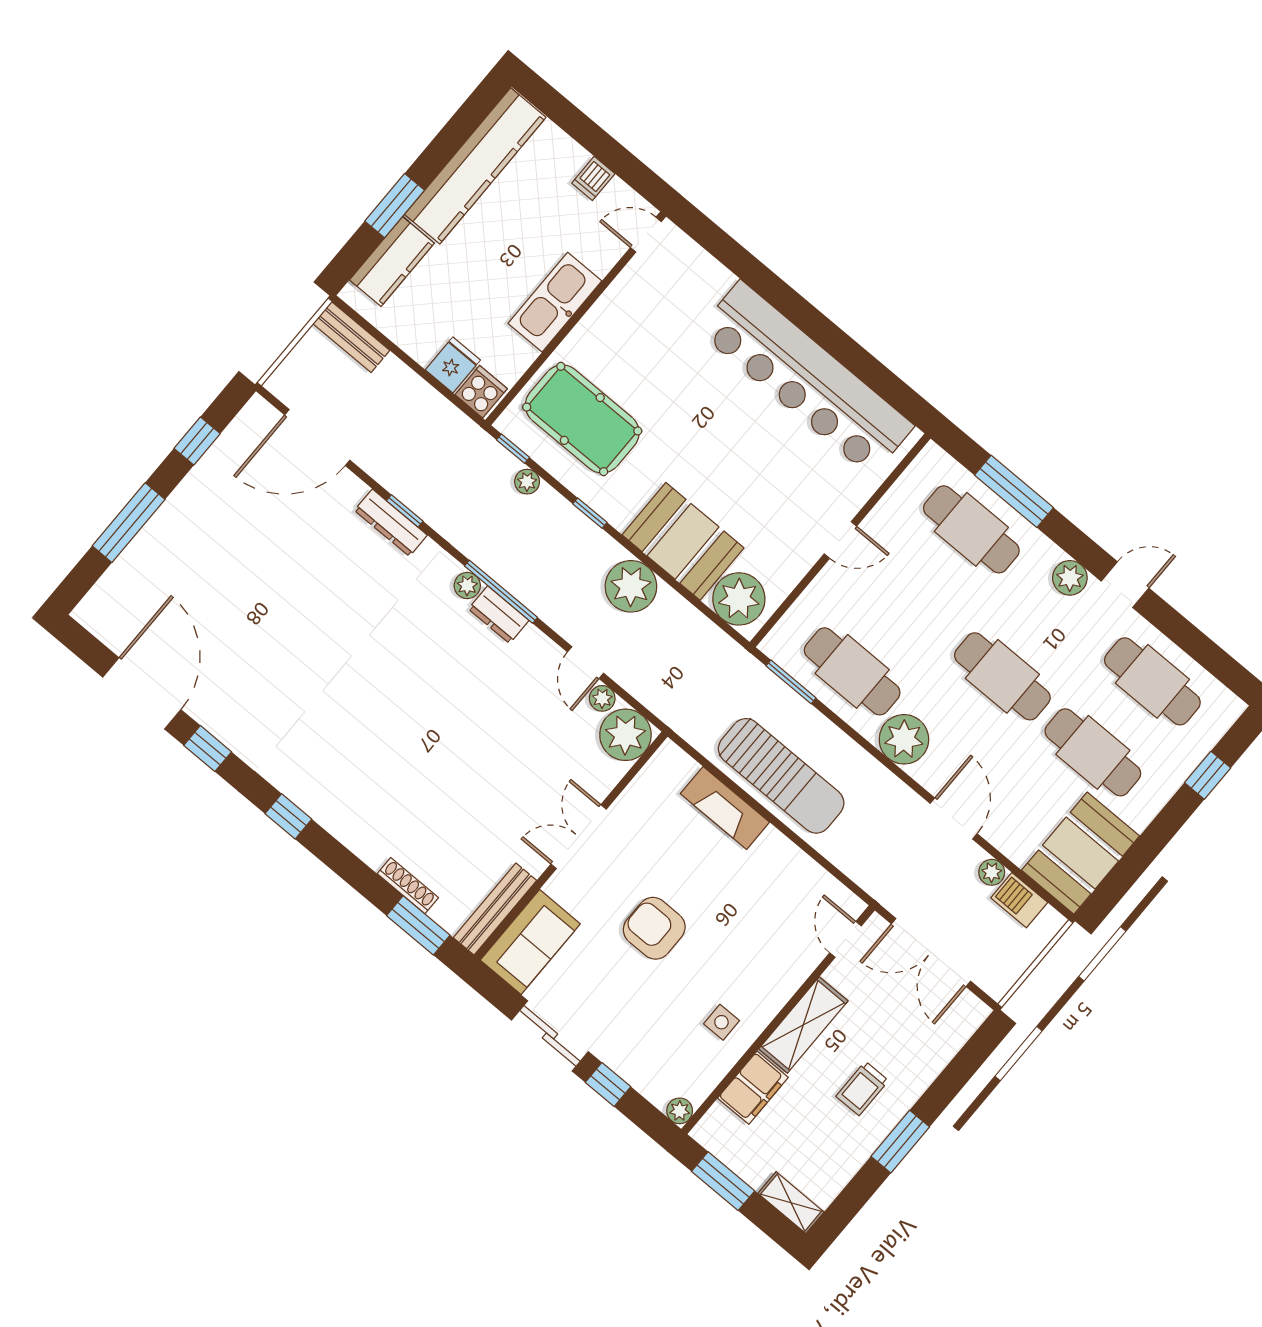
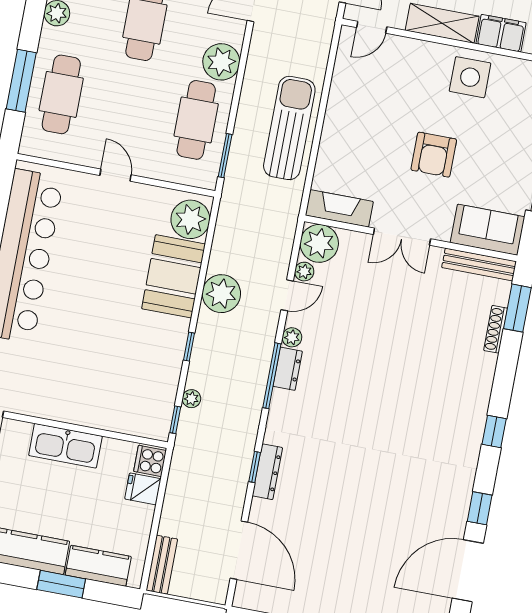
pool table: (582, 419) -> (131, 386), removed
plant: (467, 586) -> (292, 337), moved
fireplace: (725, 808) -> (339, 208), moved, turned -90
side table: (721, 1022) -> (470, 77), width x1.87, depth x1.87

